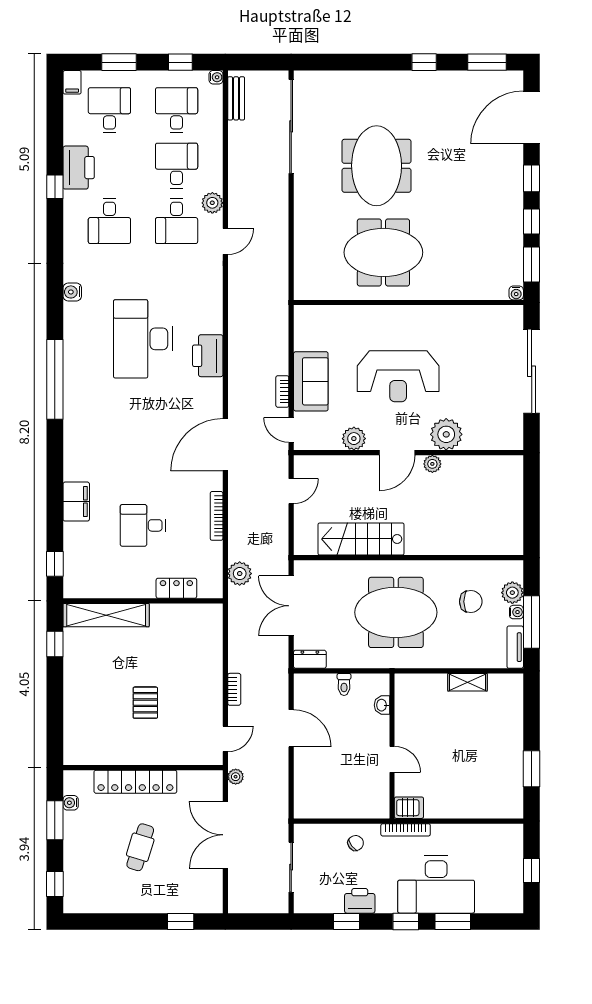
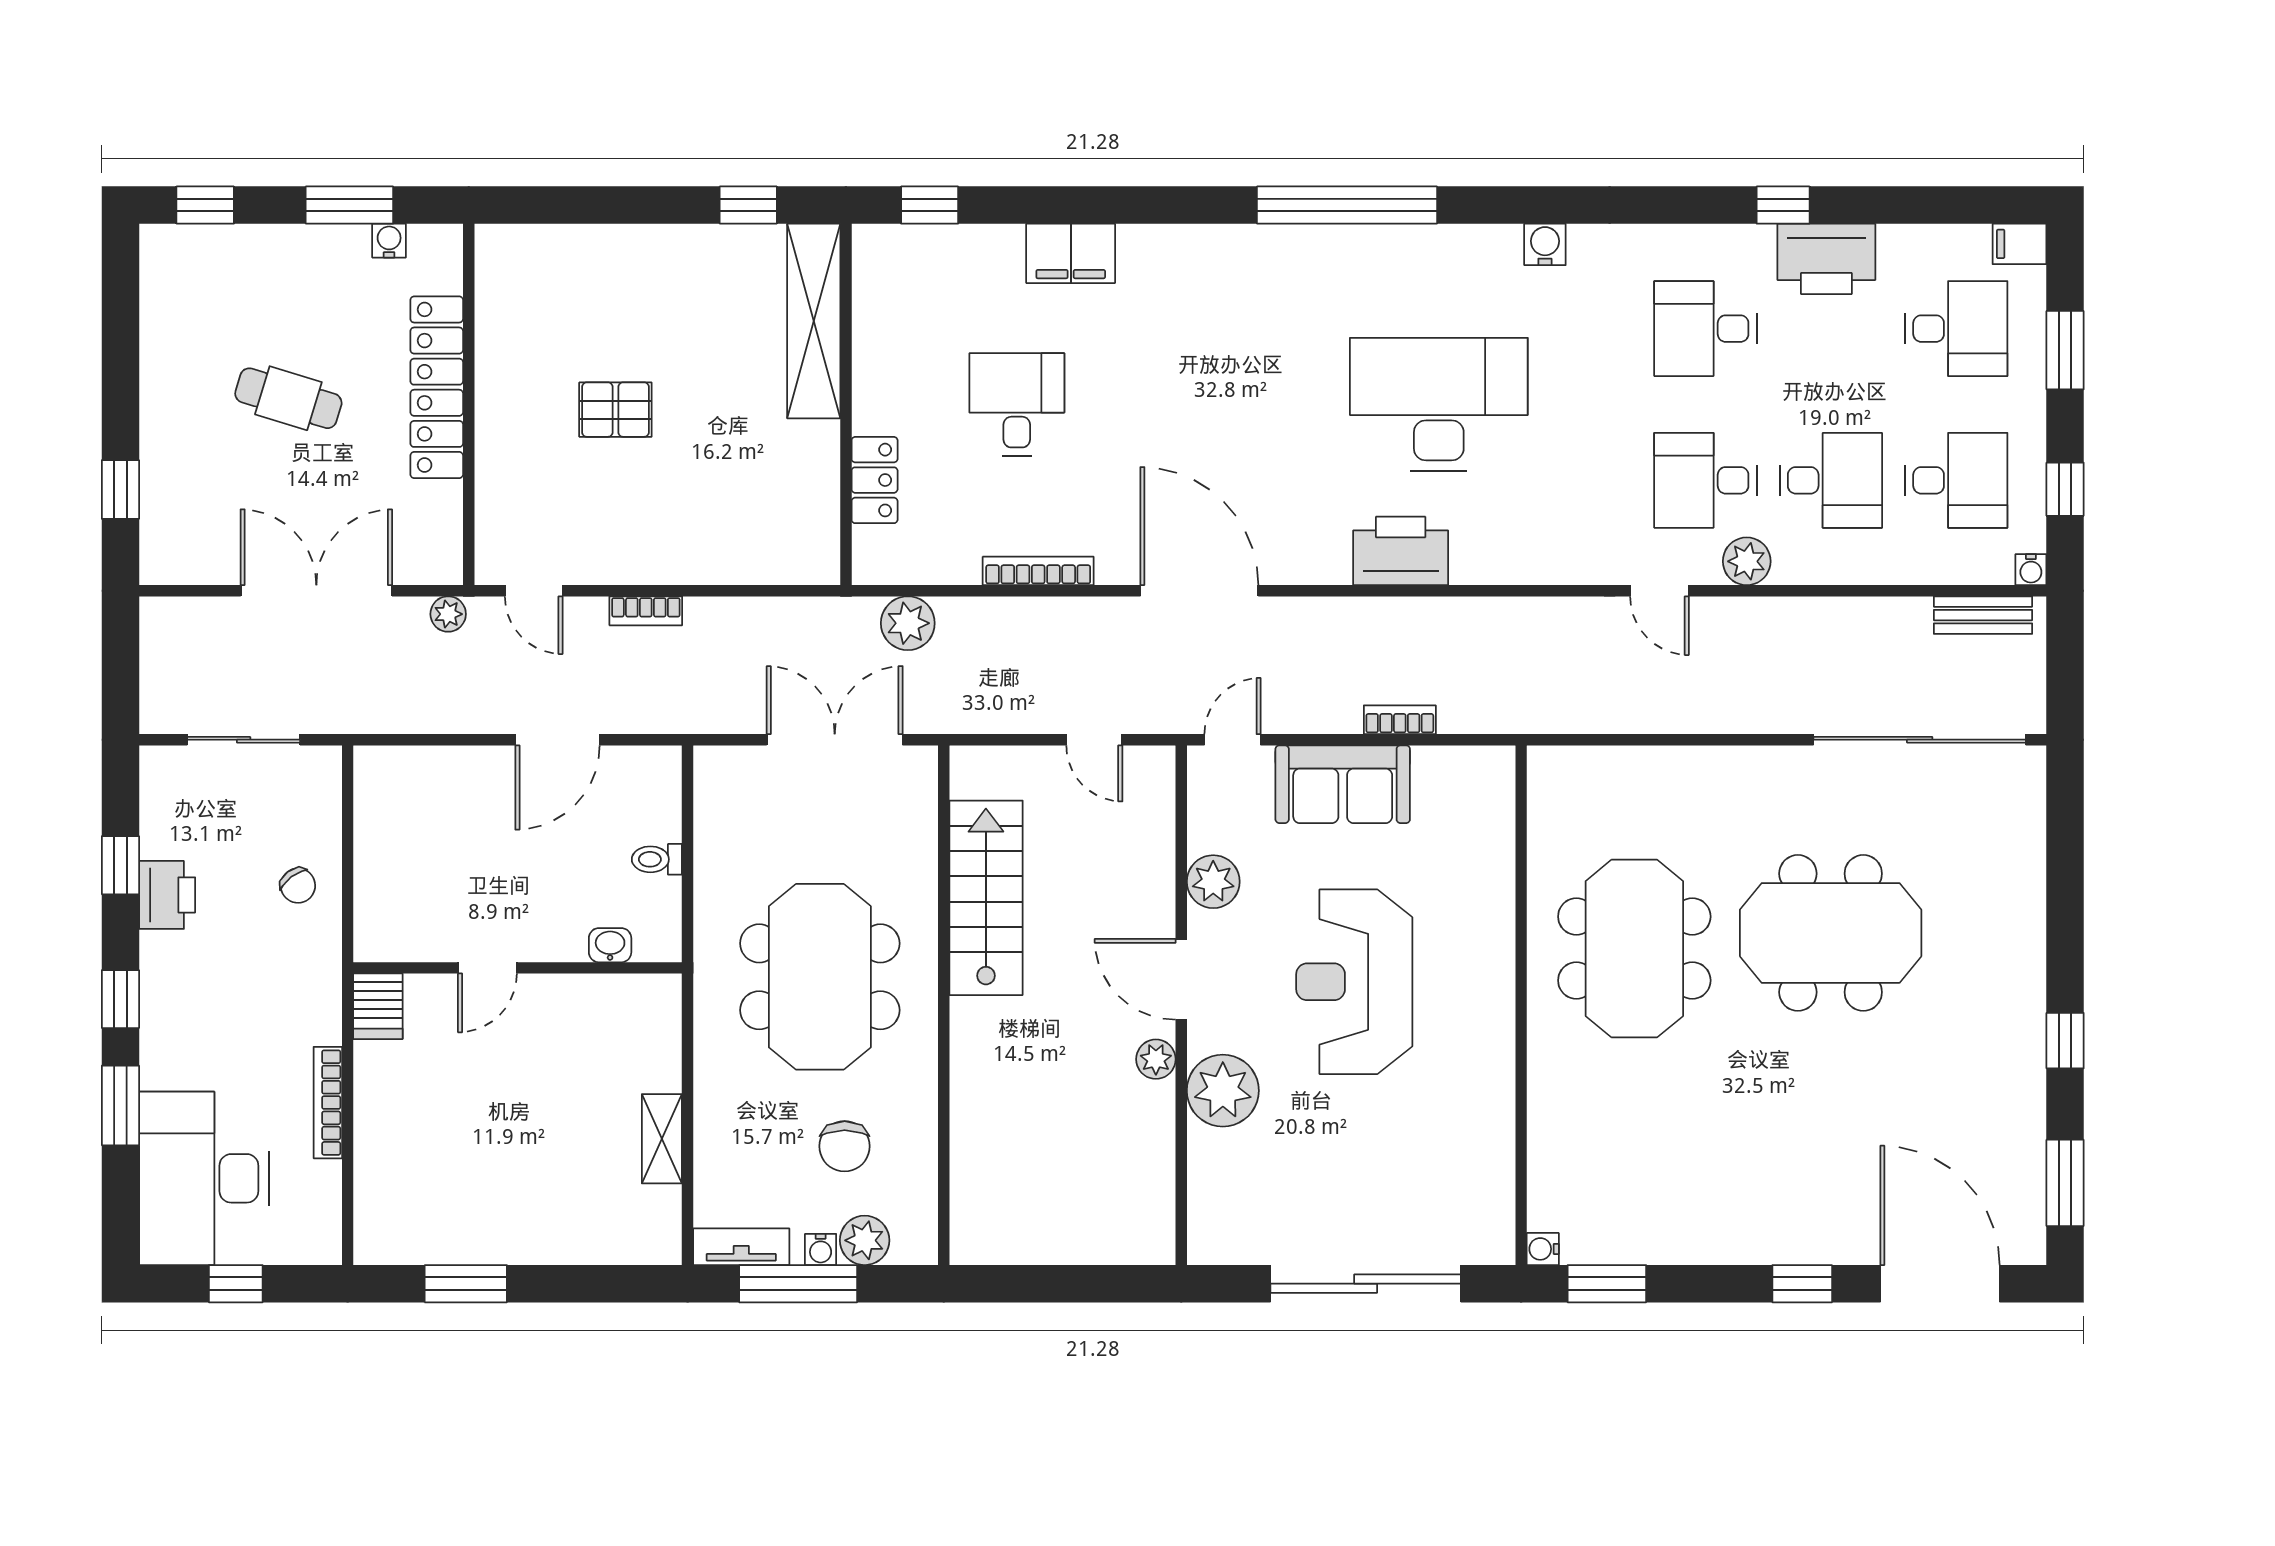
window: (532, 221) -> (1705, 1284), removed
bookcase: (282, 391) -> (1400, 720), moved
dresser: (310, 659) -> (714, 782), removed
bookcase: (406, 830) -> (328, 1103), moved
desk: (436, 885) -> (204, 1178), moved

